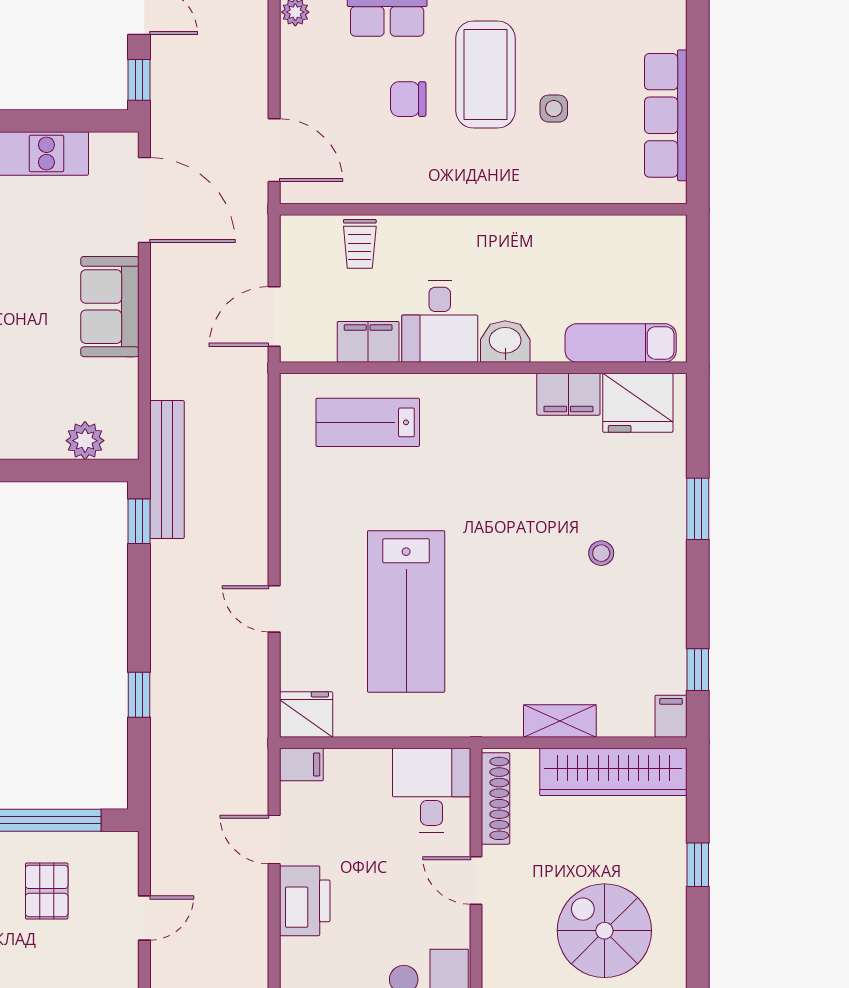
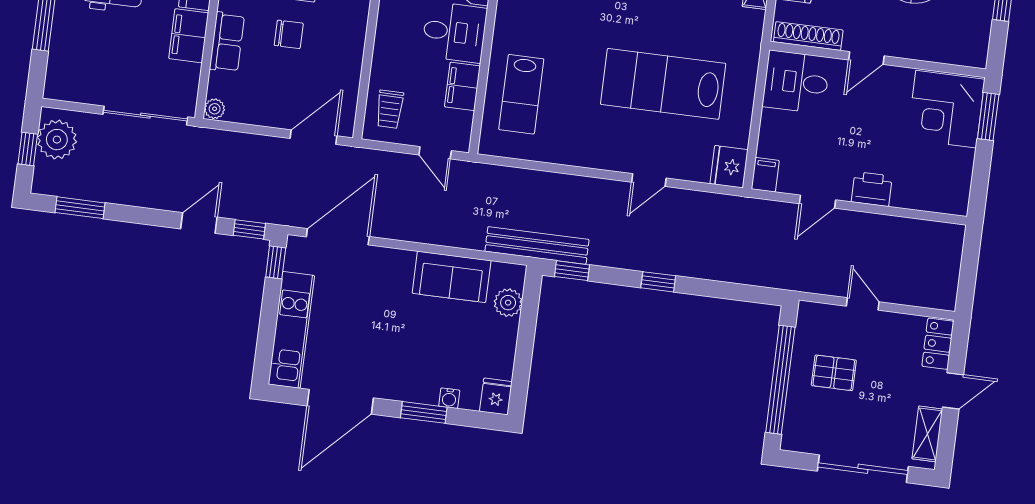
chair: (408, 99) -> (289, 34), turned -90
window: (99, 121) -> (276, 262), added
trolley: (360, 244) -> (390, 109), moved, turned 90
sofa: (110, 307) -> (452, 277), moved
door: (274, 317) -> (435, 153), width x0.73
lab bench: (406, 611) -> (663, 84), turned 180
window: (139, 695) -> (658, 282), moved
printer: (305, 901) -> (872, 189), width x0.73, depth x0.84

